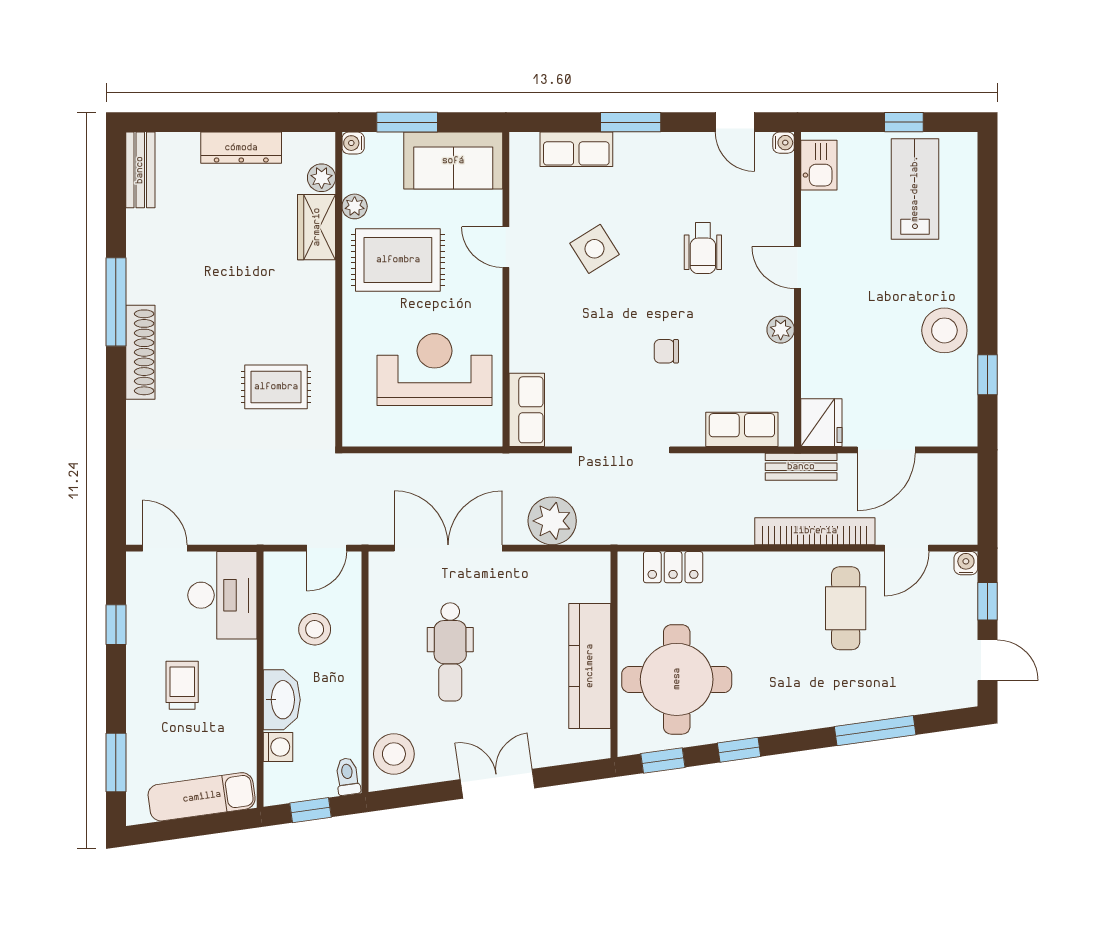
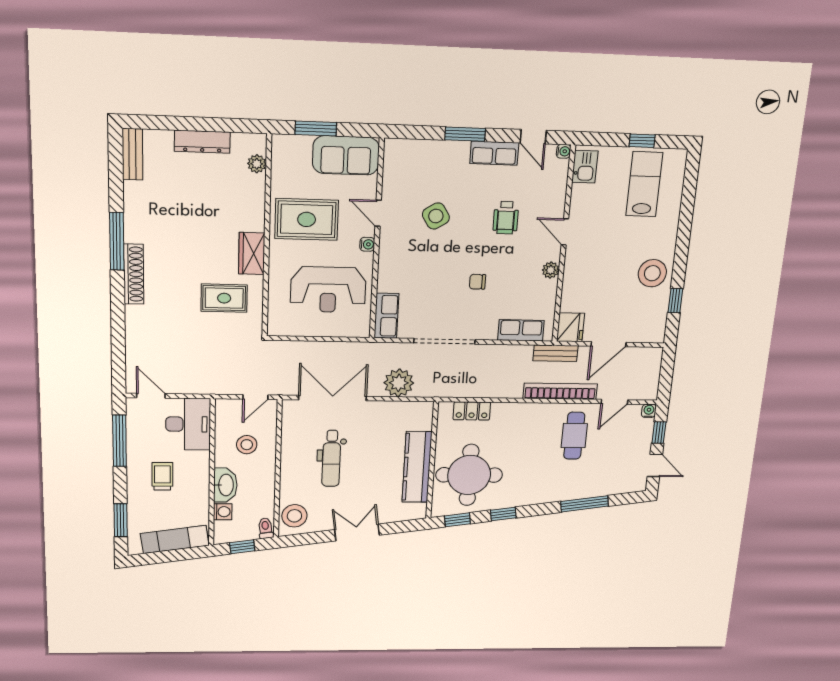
water cooler: (353, 143) -> (367, 244), moved, turned 180
row of seats: (576, 149) -> (494, 153), moved
plant: (355, 206) -> (279, 184), removed
wardrobe: (317, 227) -> (252, 253), moved
reception desk: (435, 370) -> (328, 290), turned 180
window: (116, 625) -> (119, 441), width x2.17

